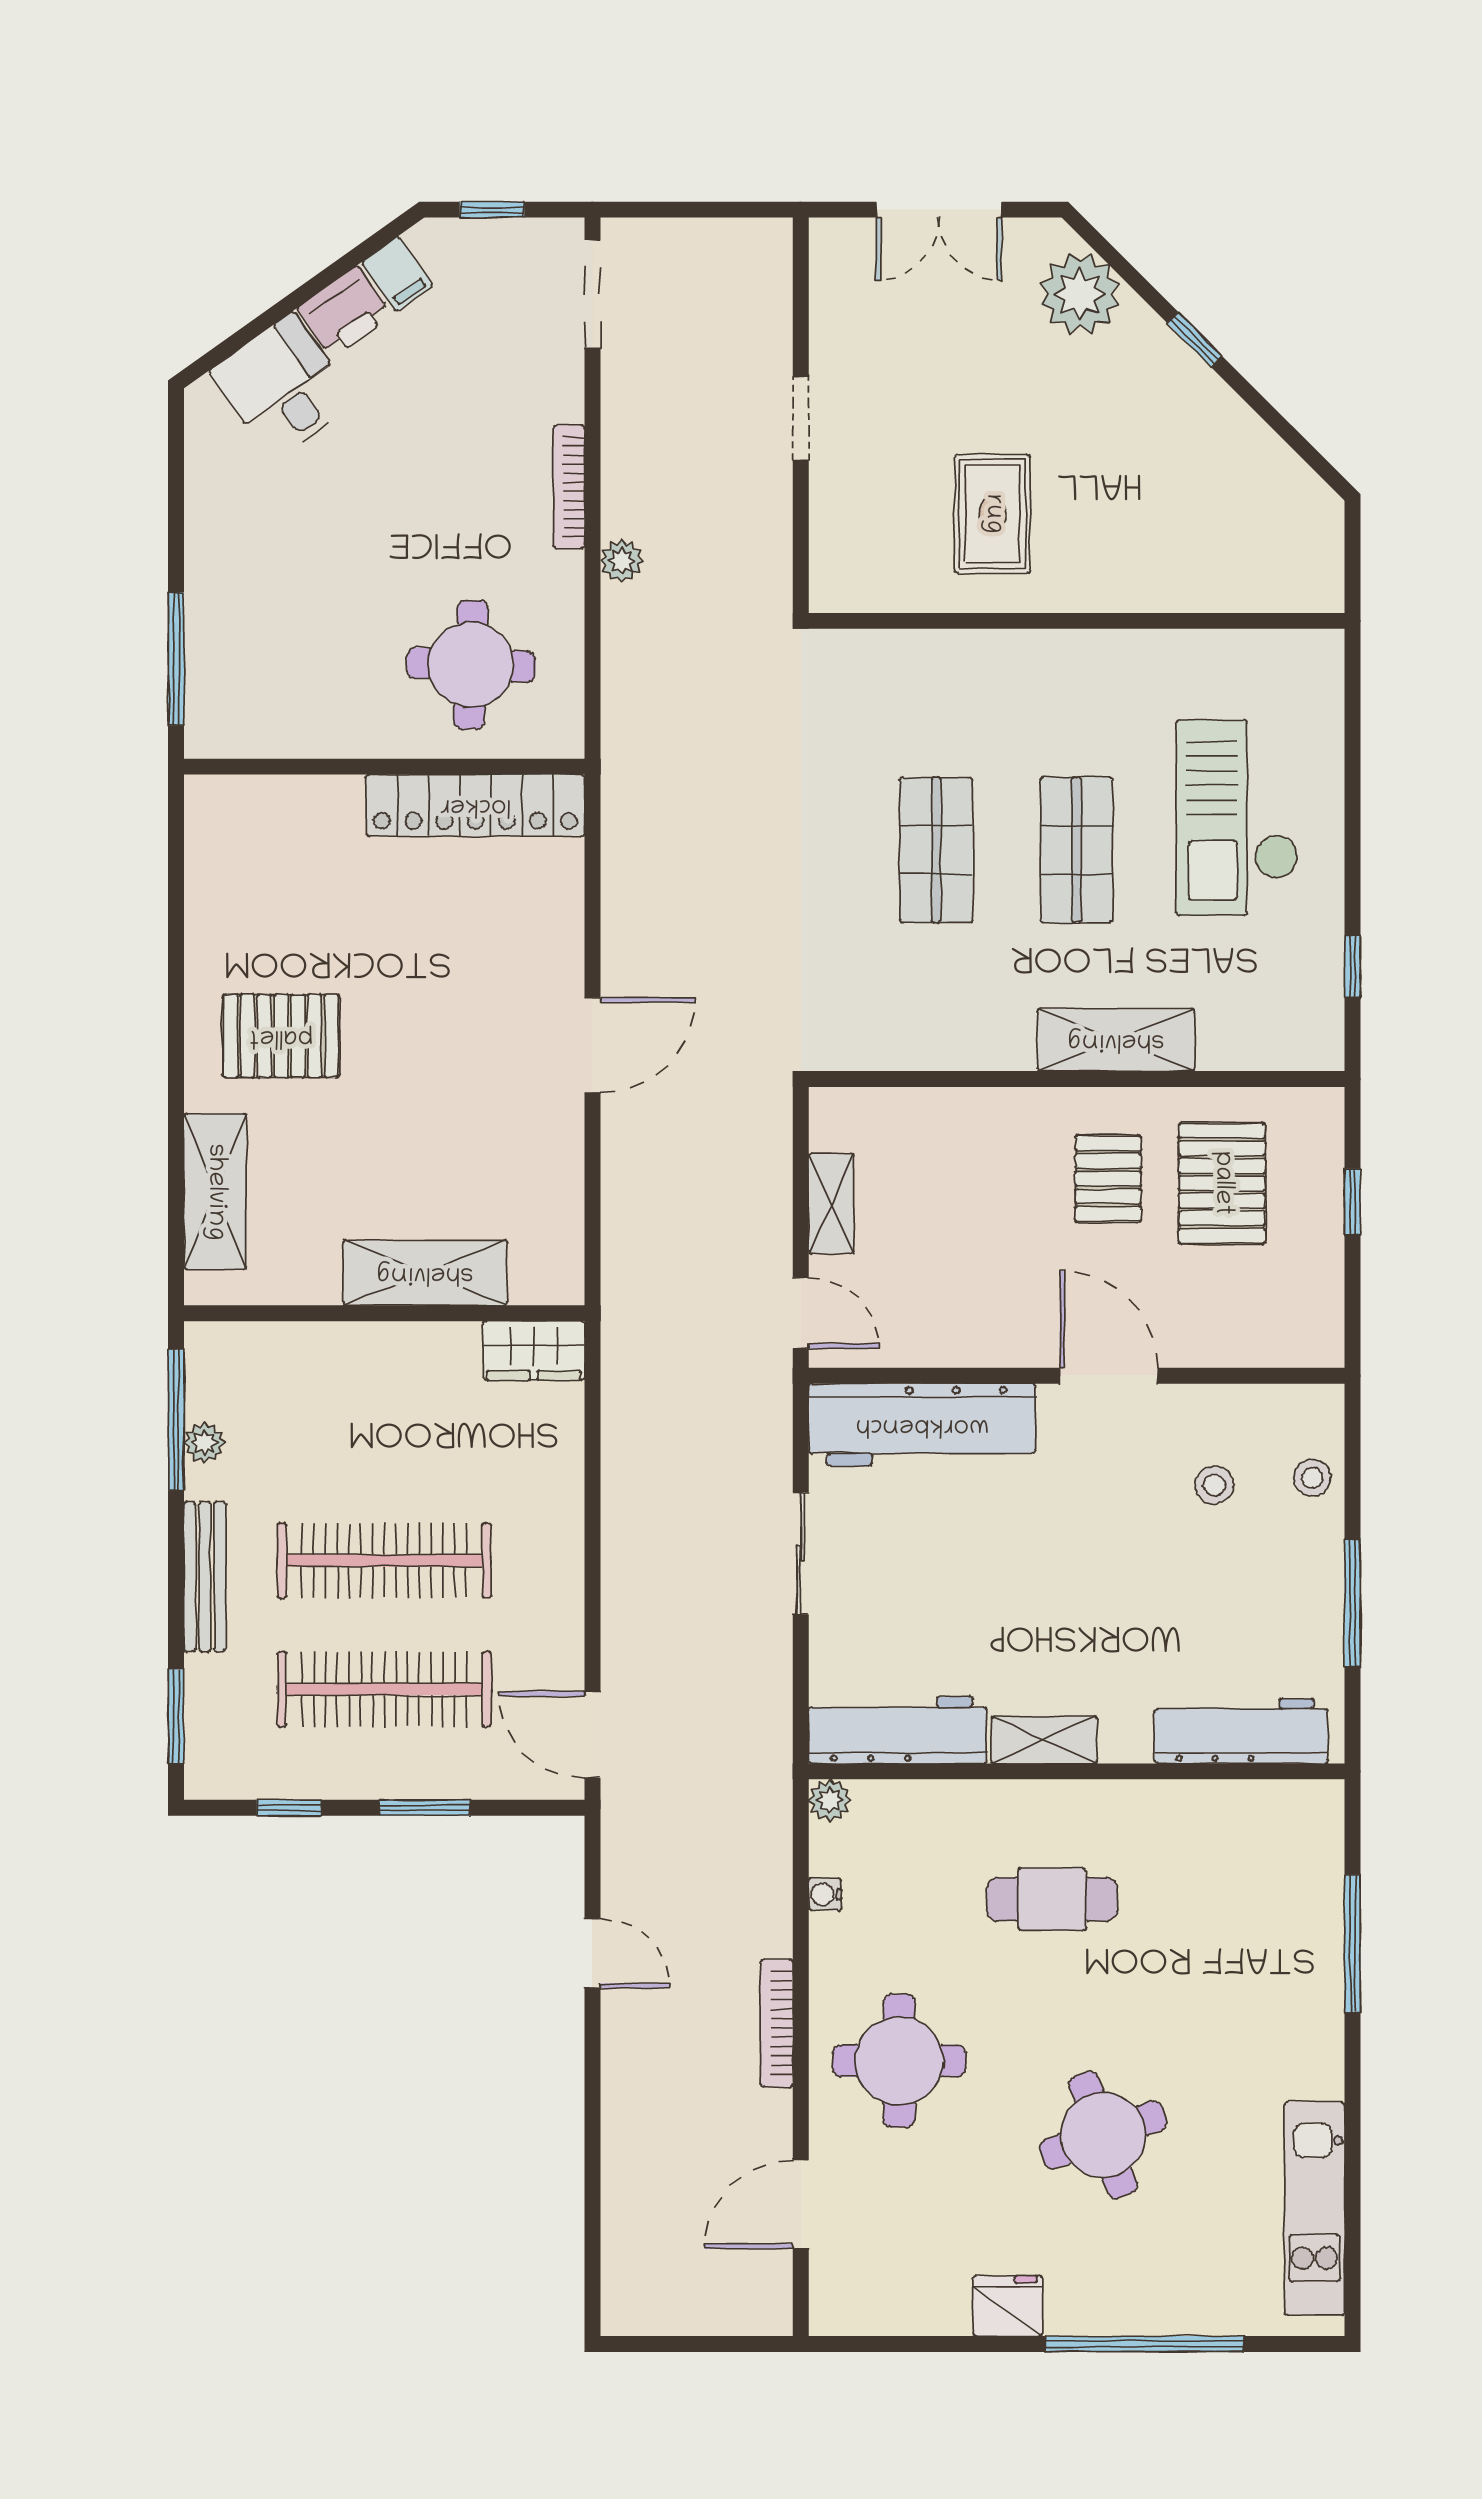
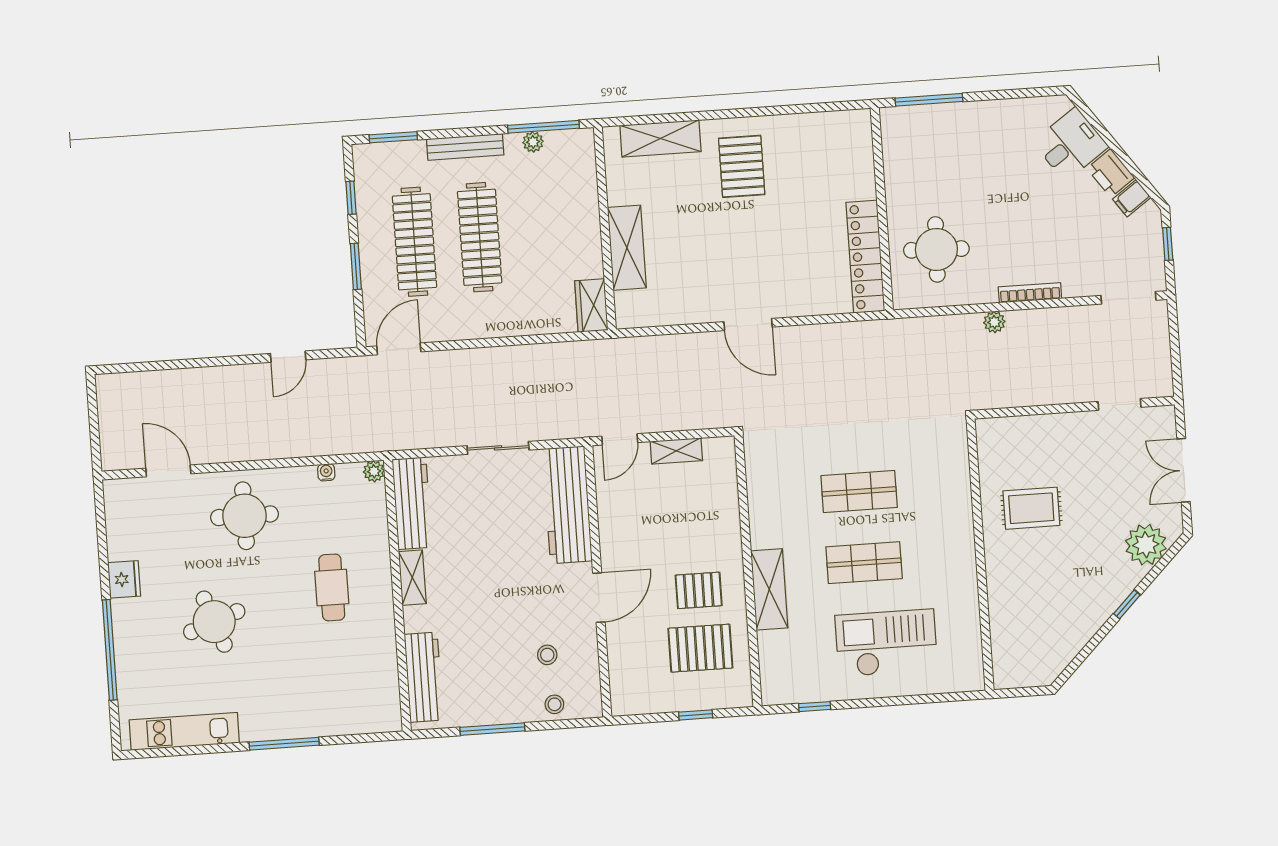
doorway: (801, 418) -> (1119, 404), moved
window: (1352, 1944) -> (284, 744), moved
bookcase: (777, 2023) -> (259, 452), removed

